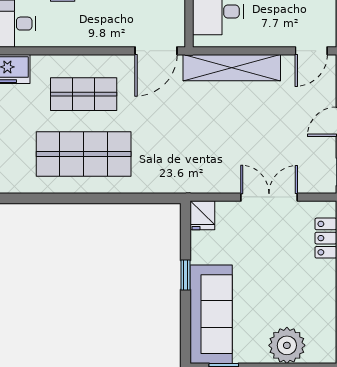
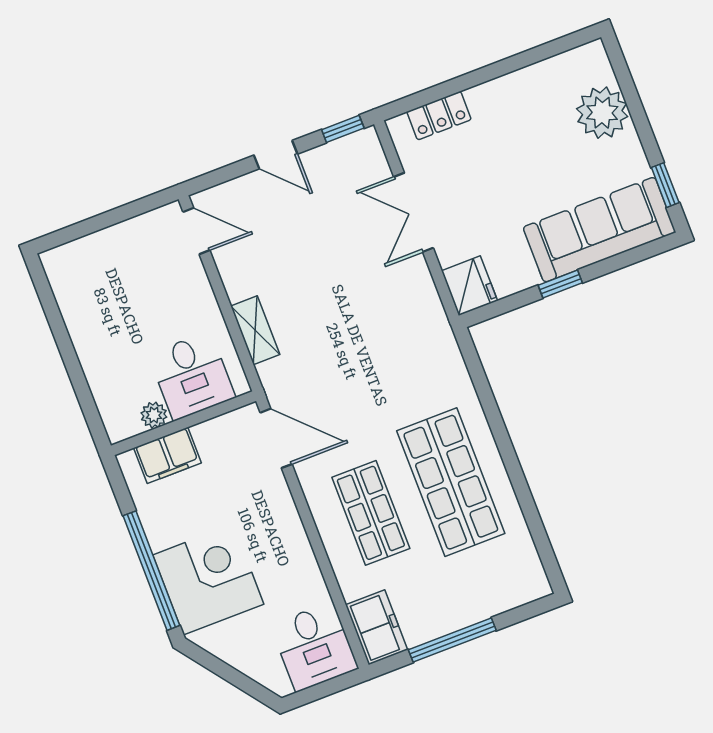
shelving: (232, 68) -> (255, 330), width x0.45, depth x0.75
fridge: (202, 215) -> (469, 286), width x1.38

